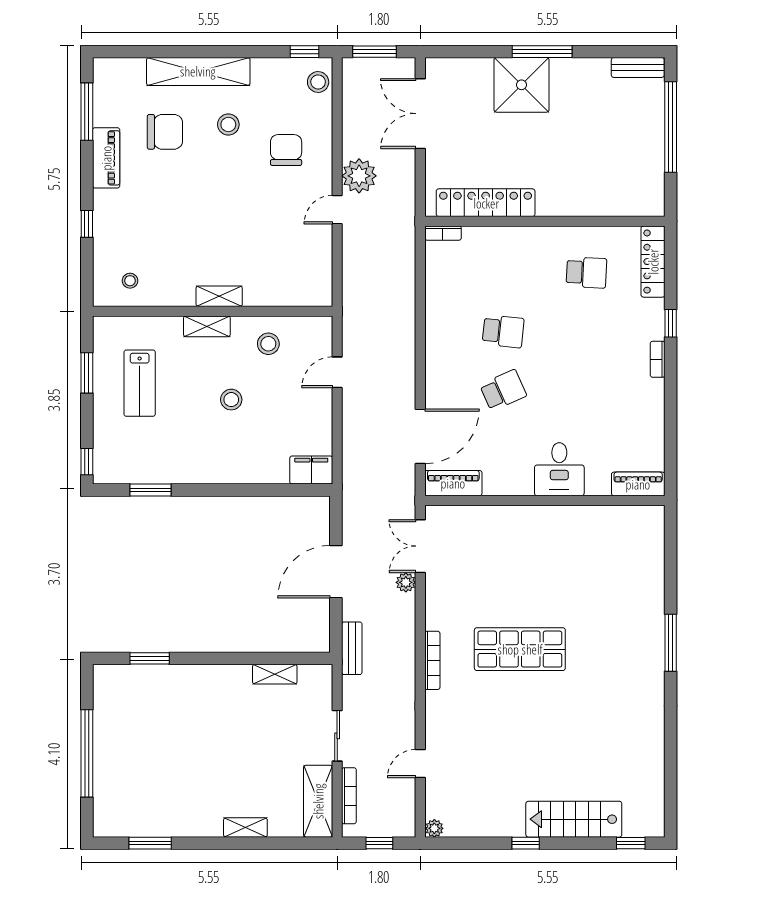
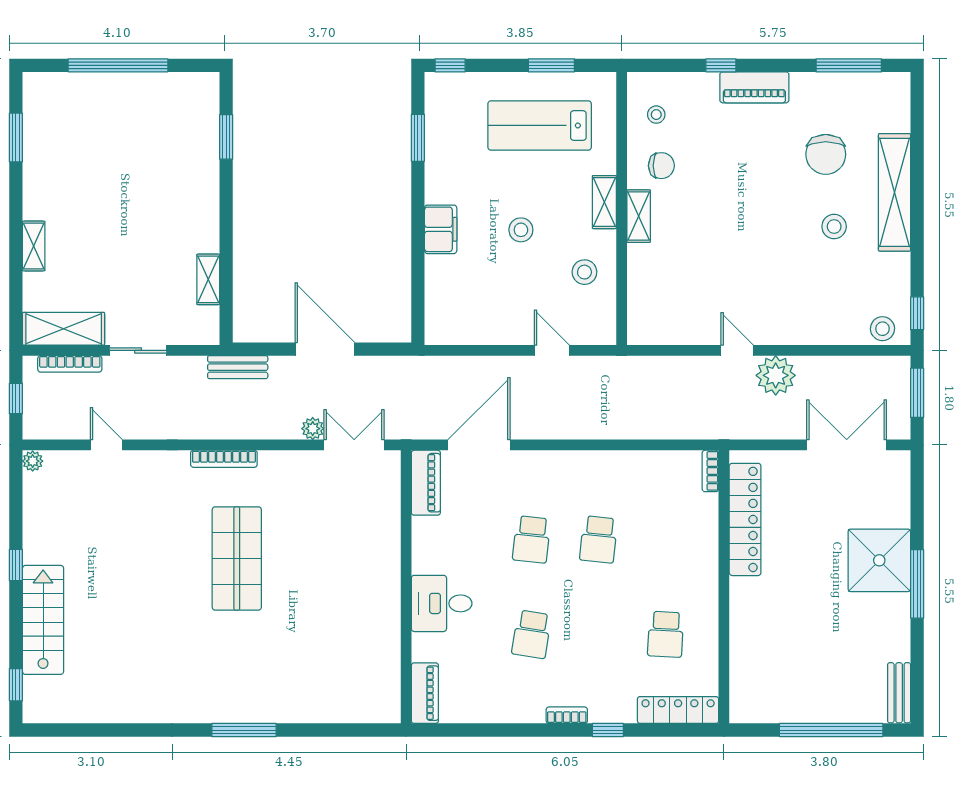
chair: (286, 150) -> (661, 166), moved, width x0.73, depth x0.73
piano: (106, 158) -> (754, 87), moved
lab bench: (140, 383) -> (540, 125), width x1.36, depth x1.39
school desk: (503, 390) -> (532, 539), turned 30
school desk: (586, 390) -> (532, 634), added
door: (420, 436) -> (479, 445), swing flipped
filing cabinet: (311, 470) -> (441, 229), moved

